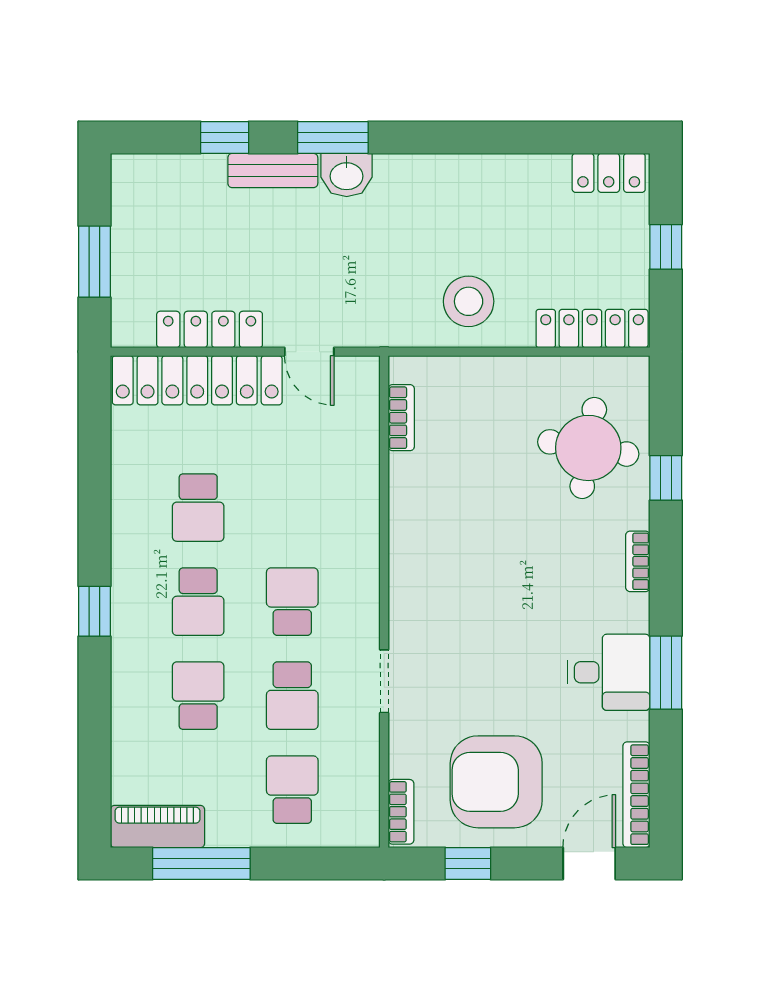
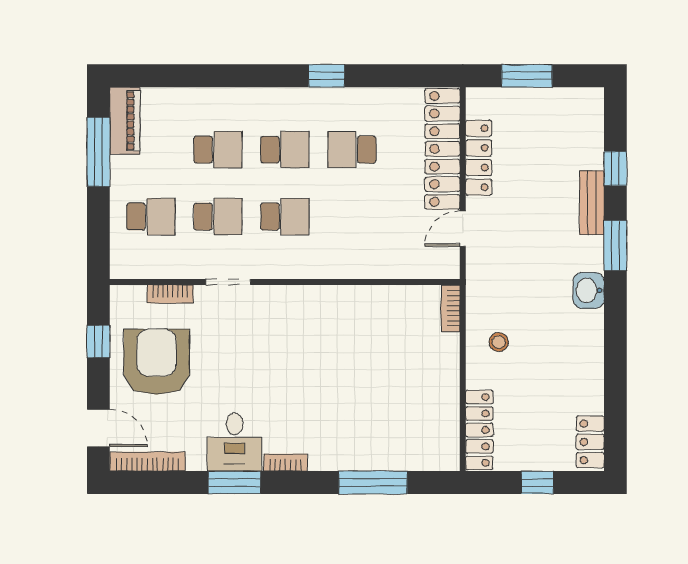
washbasin: (347, 175) -> (589, 290), moved
stool: (469, 301) -> (499, 342), width x0.53, depth x0.53
bookcase: (401, 418) -> (451, 308), moved, turned 90
round table: (588, 448) -> (394, 427), removed
window: (666, 478) -> (373, 482), width x2.17
bookcase: (638, 561) -> (285, 463), moved
school desk: (198, 602) -> (285, 150), turned 180
window: (94, 611) -> (327, 76), moved
school desk: (292, 696) -> (218, 217), turned 180
bookcase: (401, 812) -> (170, 294), moved

